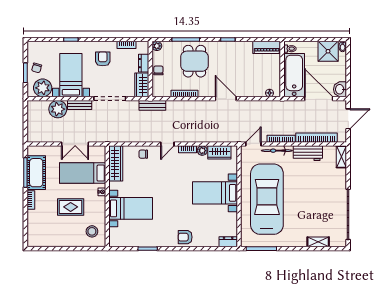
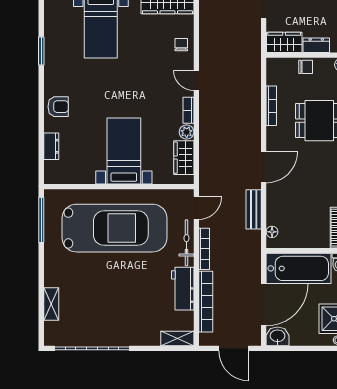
bench: (152, 105) -> (254, 209), moved
door: (253, 144) -> (196, 208), hinge flipped
armchair: (185, 237) -> (58, 107), turned 90
dresser: (228, 242) -> (51, 146), moved

